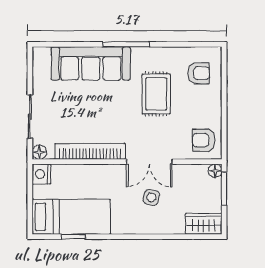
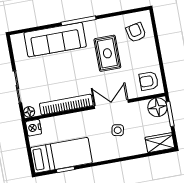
armchair: (199, 73) -> (136, 32), turned -102
double door: (149, 162) -> (111, 104), swing flipped
floor lamp: (215, 171) -> (157, 107), width x1.89, depth x1.89

